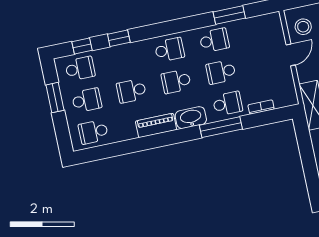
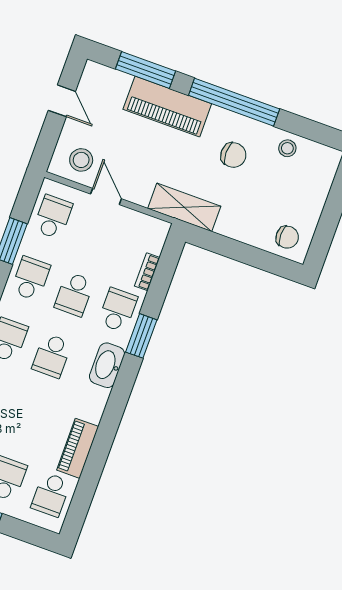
school desk: (131, 91) -> (53, 217), moved, turned 180
piano: (156, 125) -> (78, 448), moved
window: (221, 127) -> (141, 336), width x0.69

